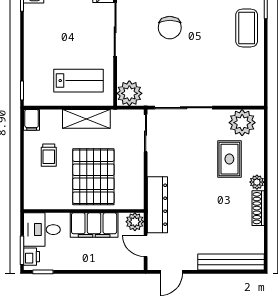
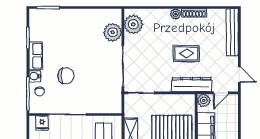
coffee table: (247, 28) -> (66, 21), removed
plant: (129, 93) -> (113, 32), moved
rug: (229, 159) -> (186, 54), moved

